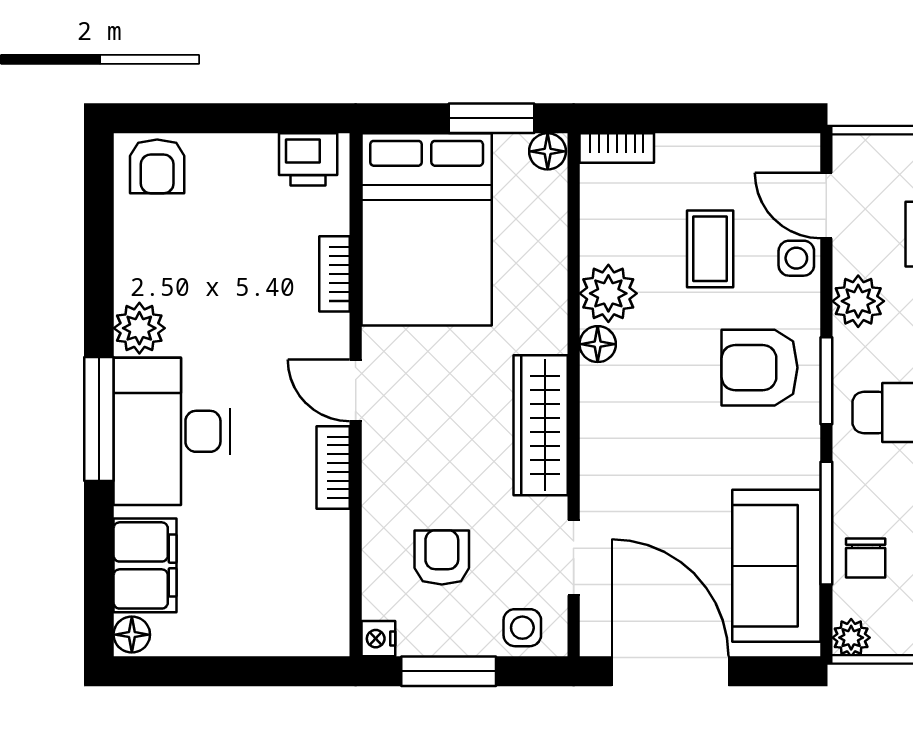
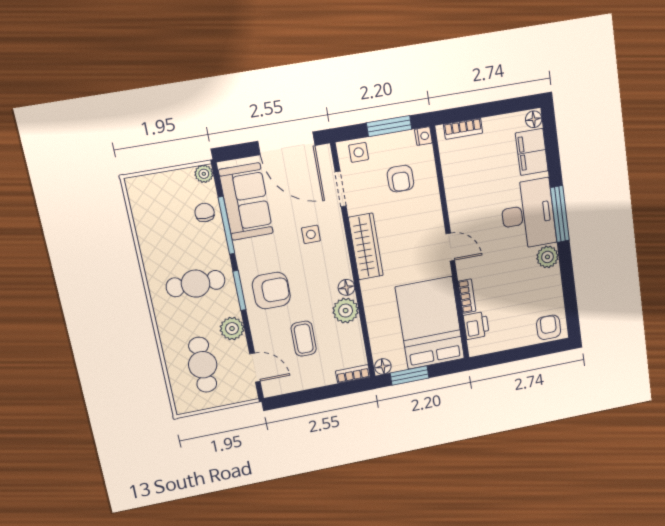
printer: (308, 159) -> (476, 326), moved, turned 90
side table: (796, 258) -> (311, 234), moved
bookcase: (333, 467) -> (463, 129), moved, turned 90

